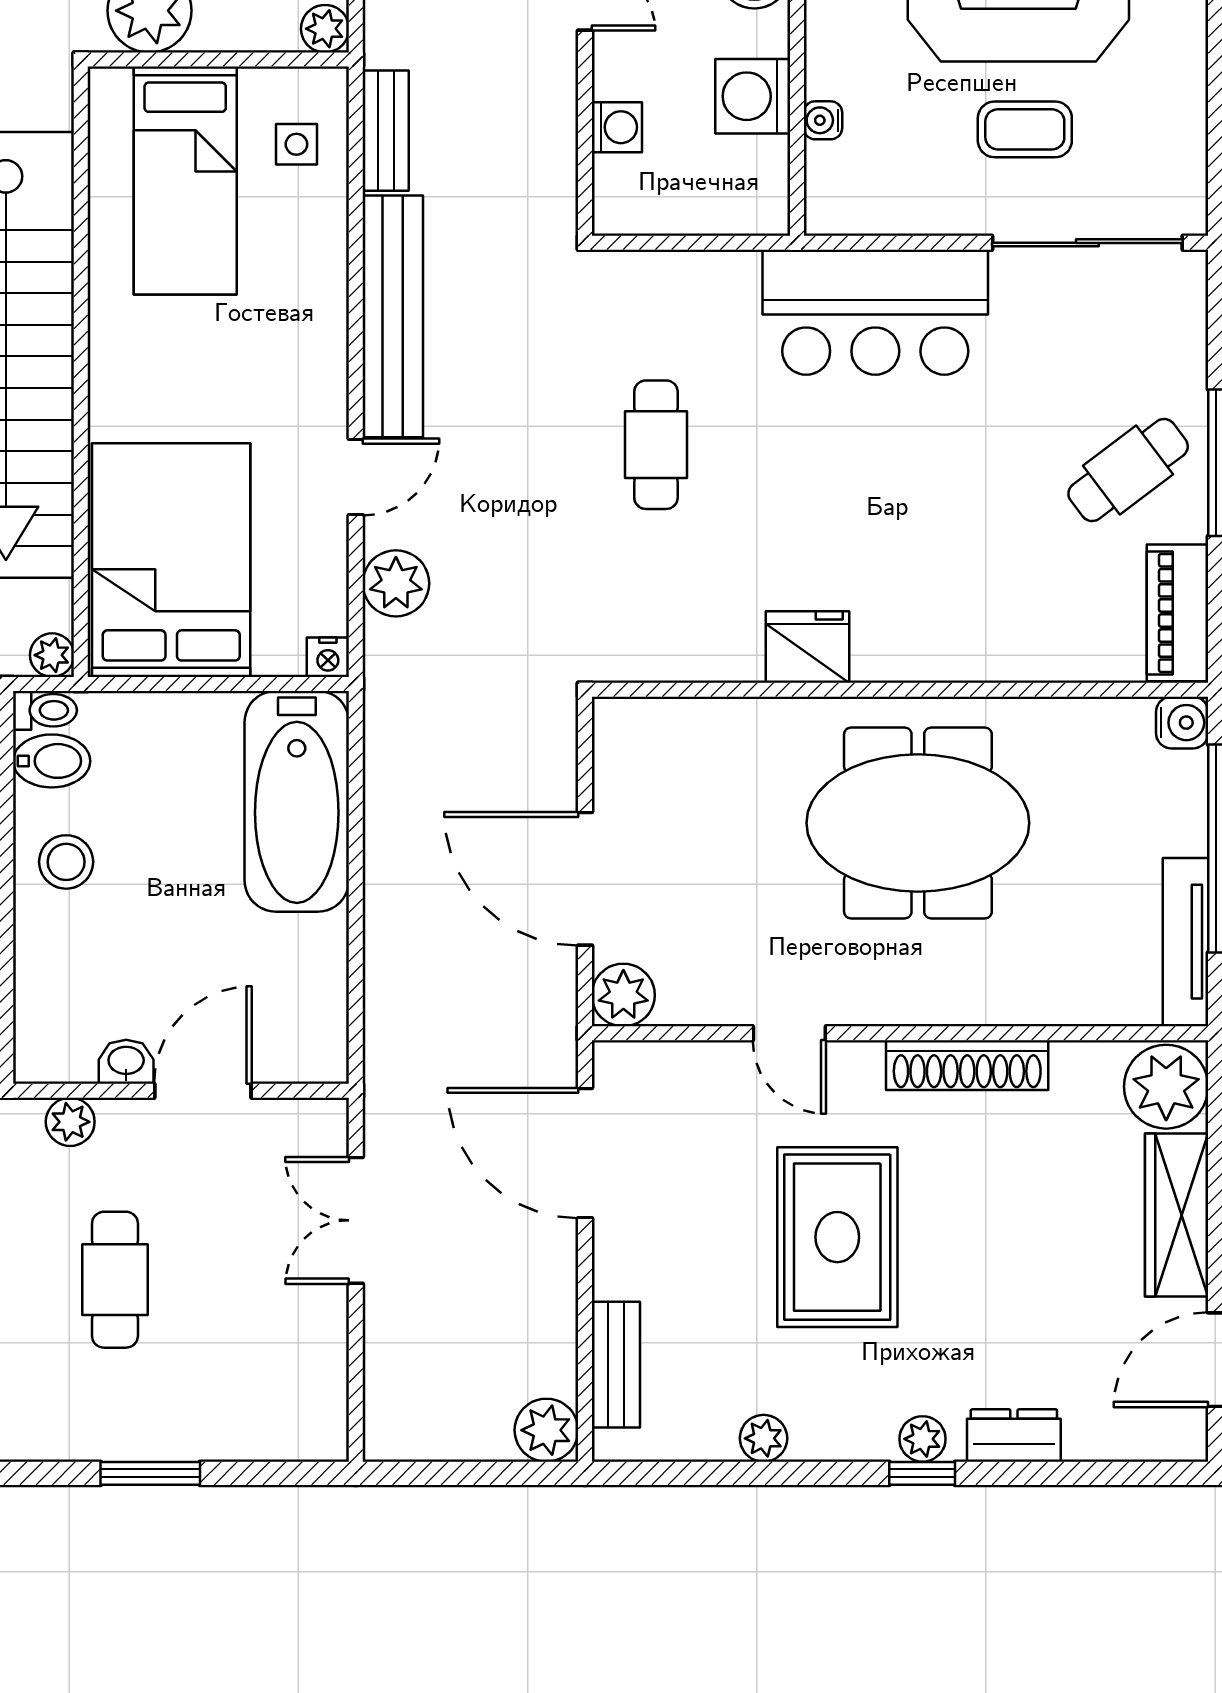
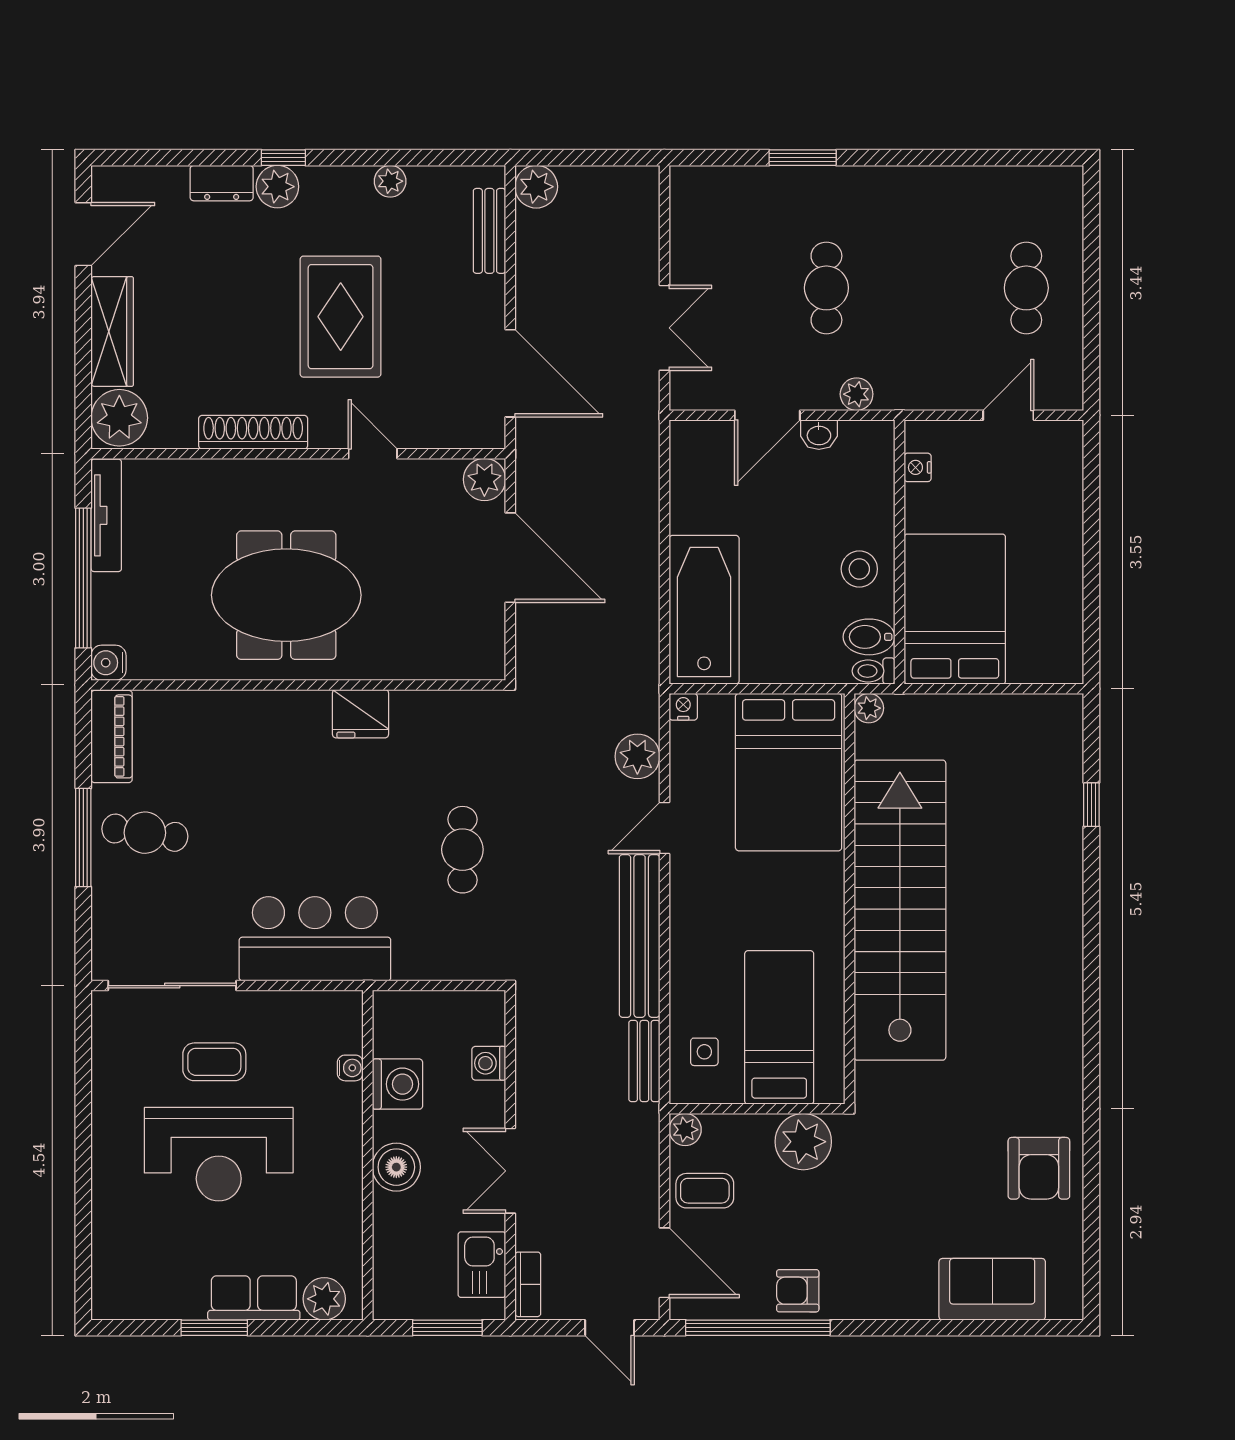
cafe table: (1128, 470) -> (145, 833), turned 45
plant: (922, 1439) -> (277, 187), width x1.38, depth x1.38

